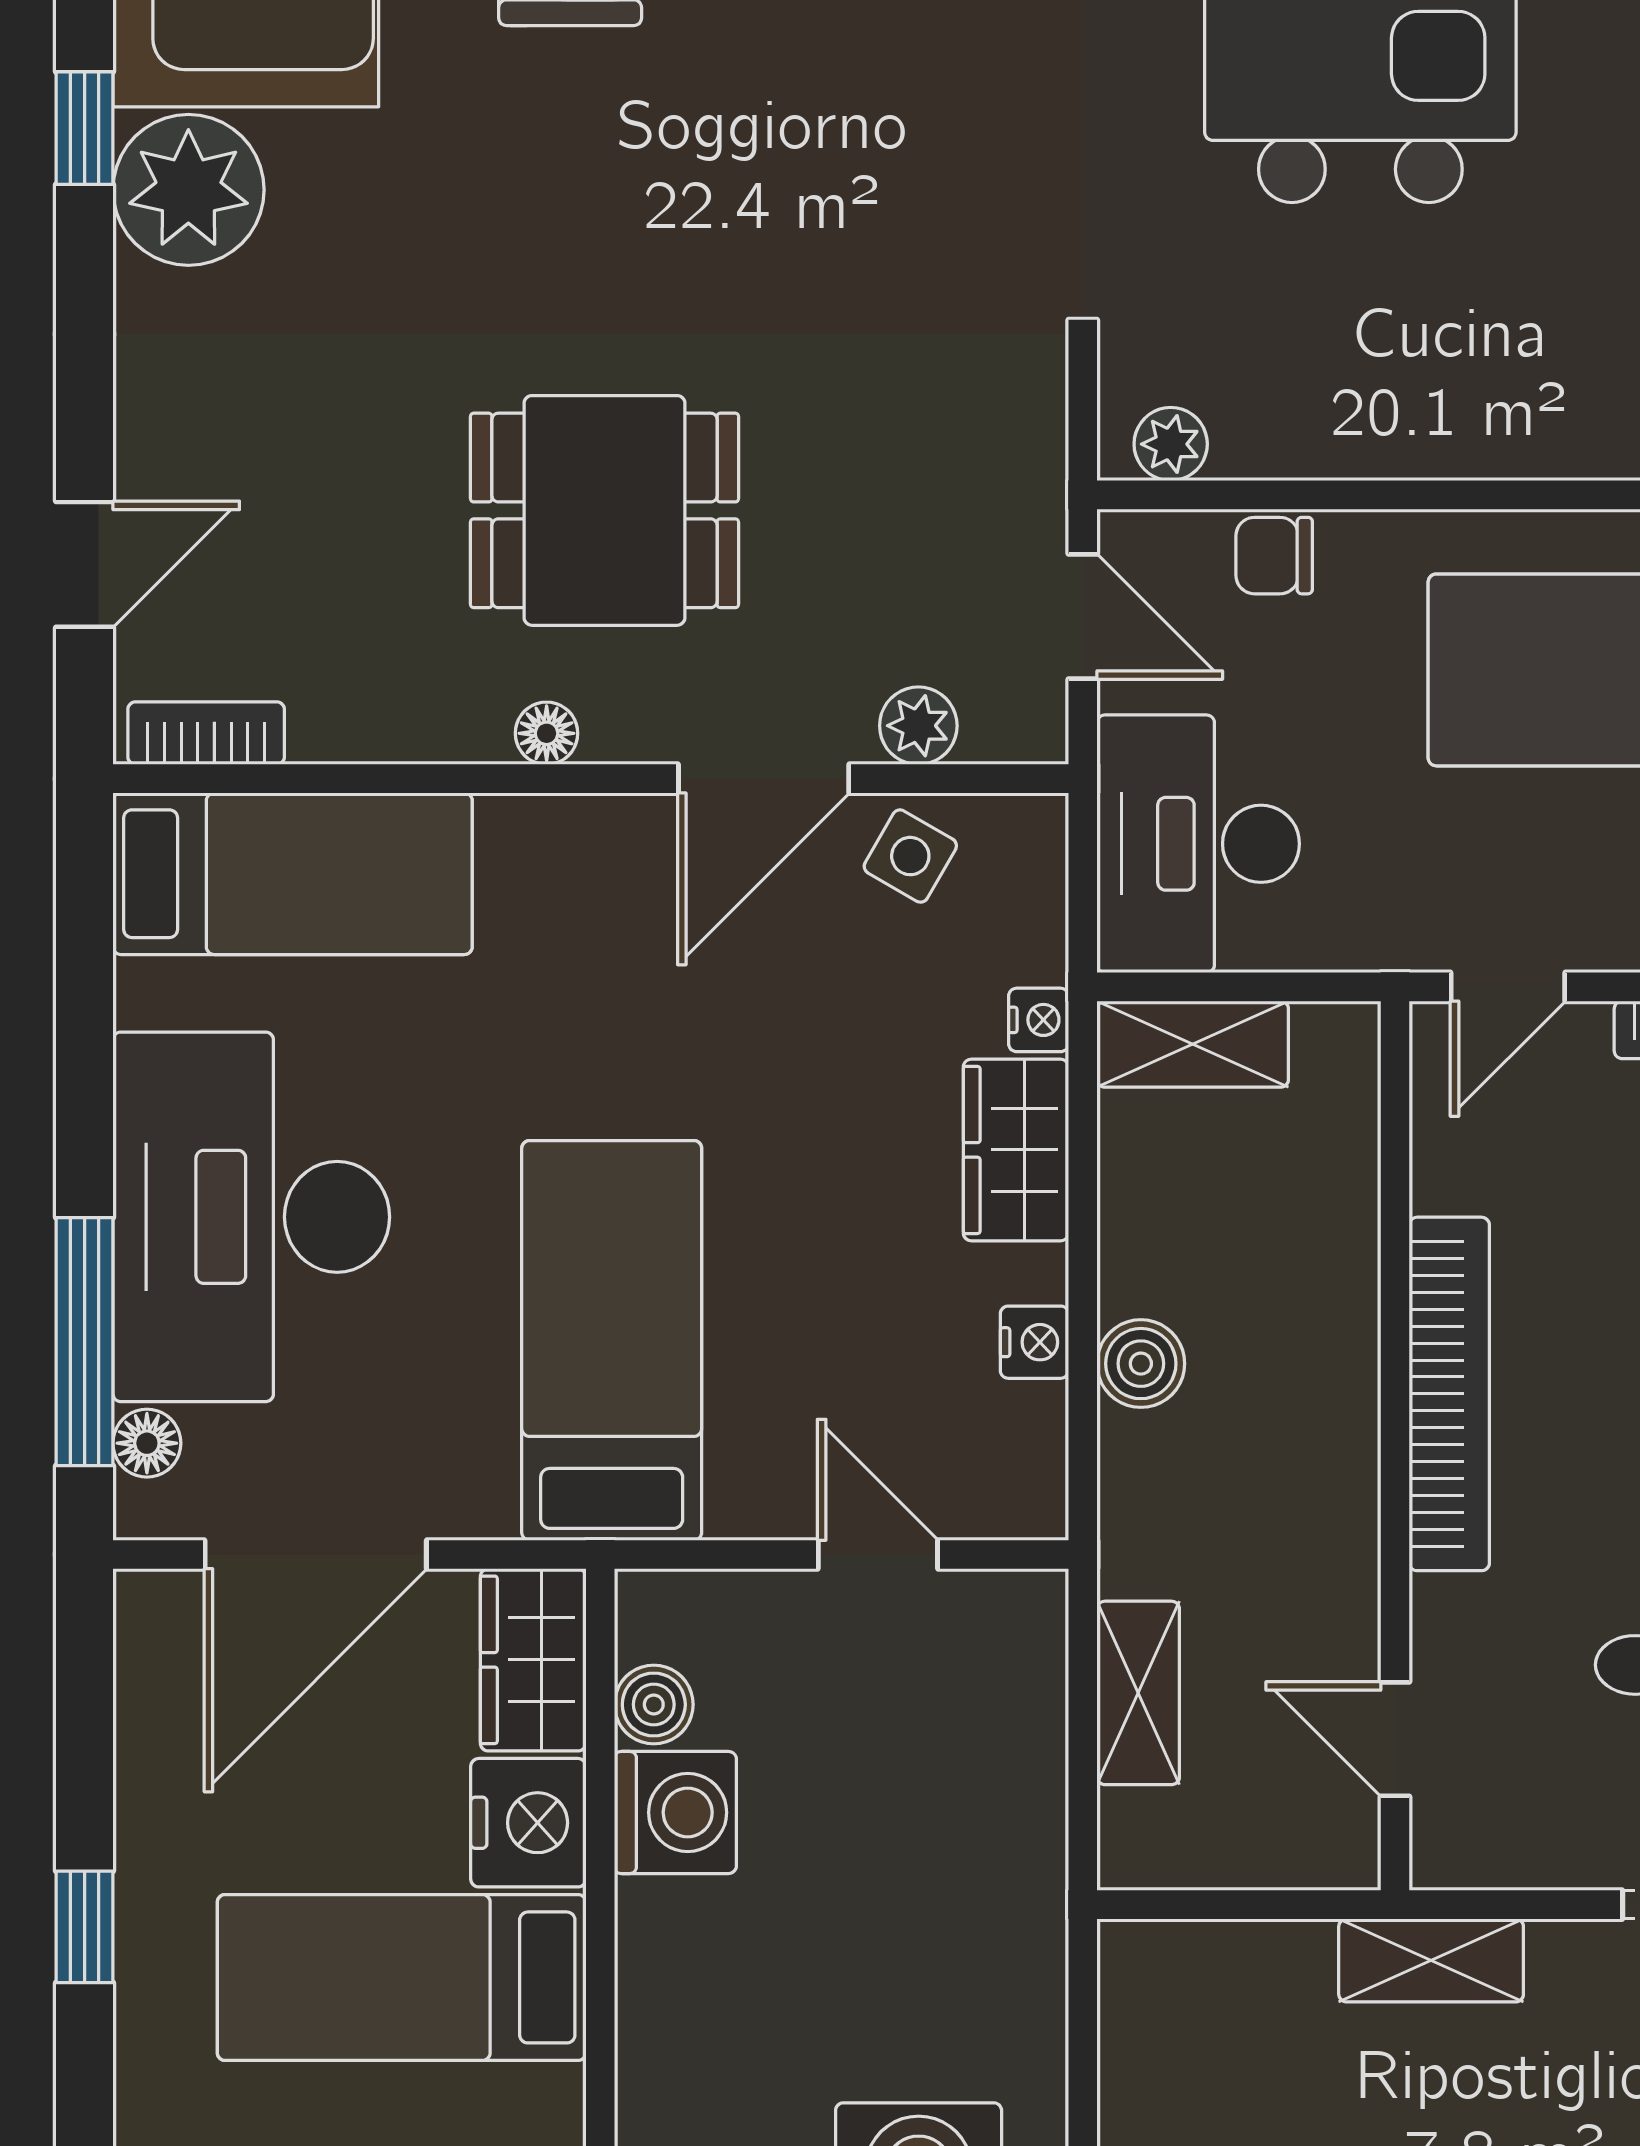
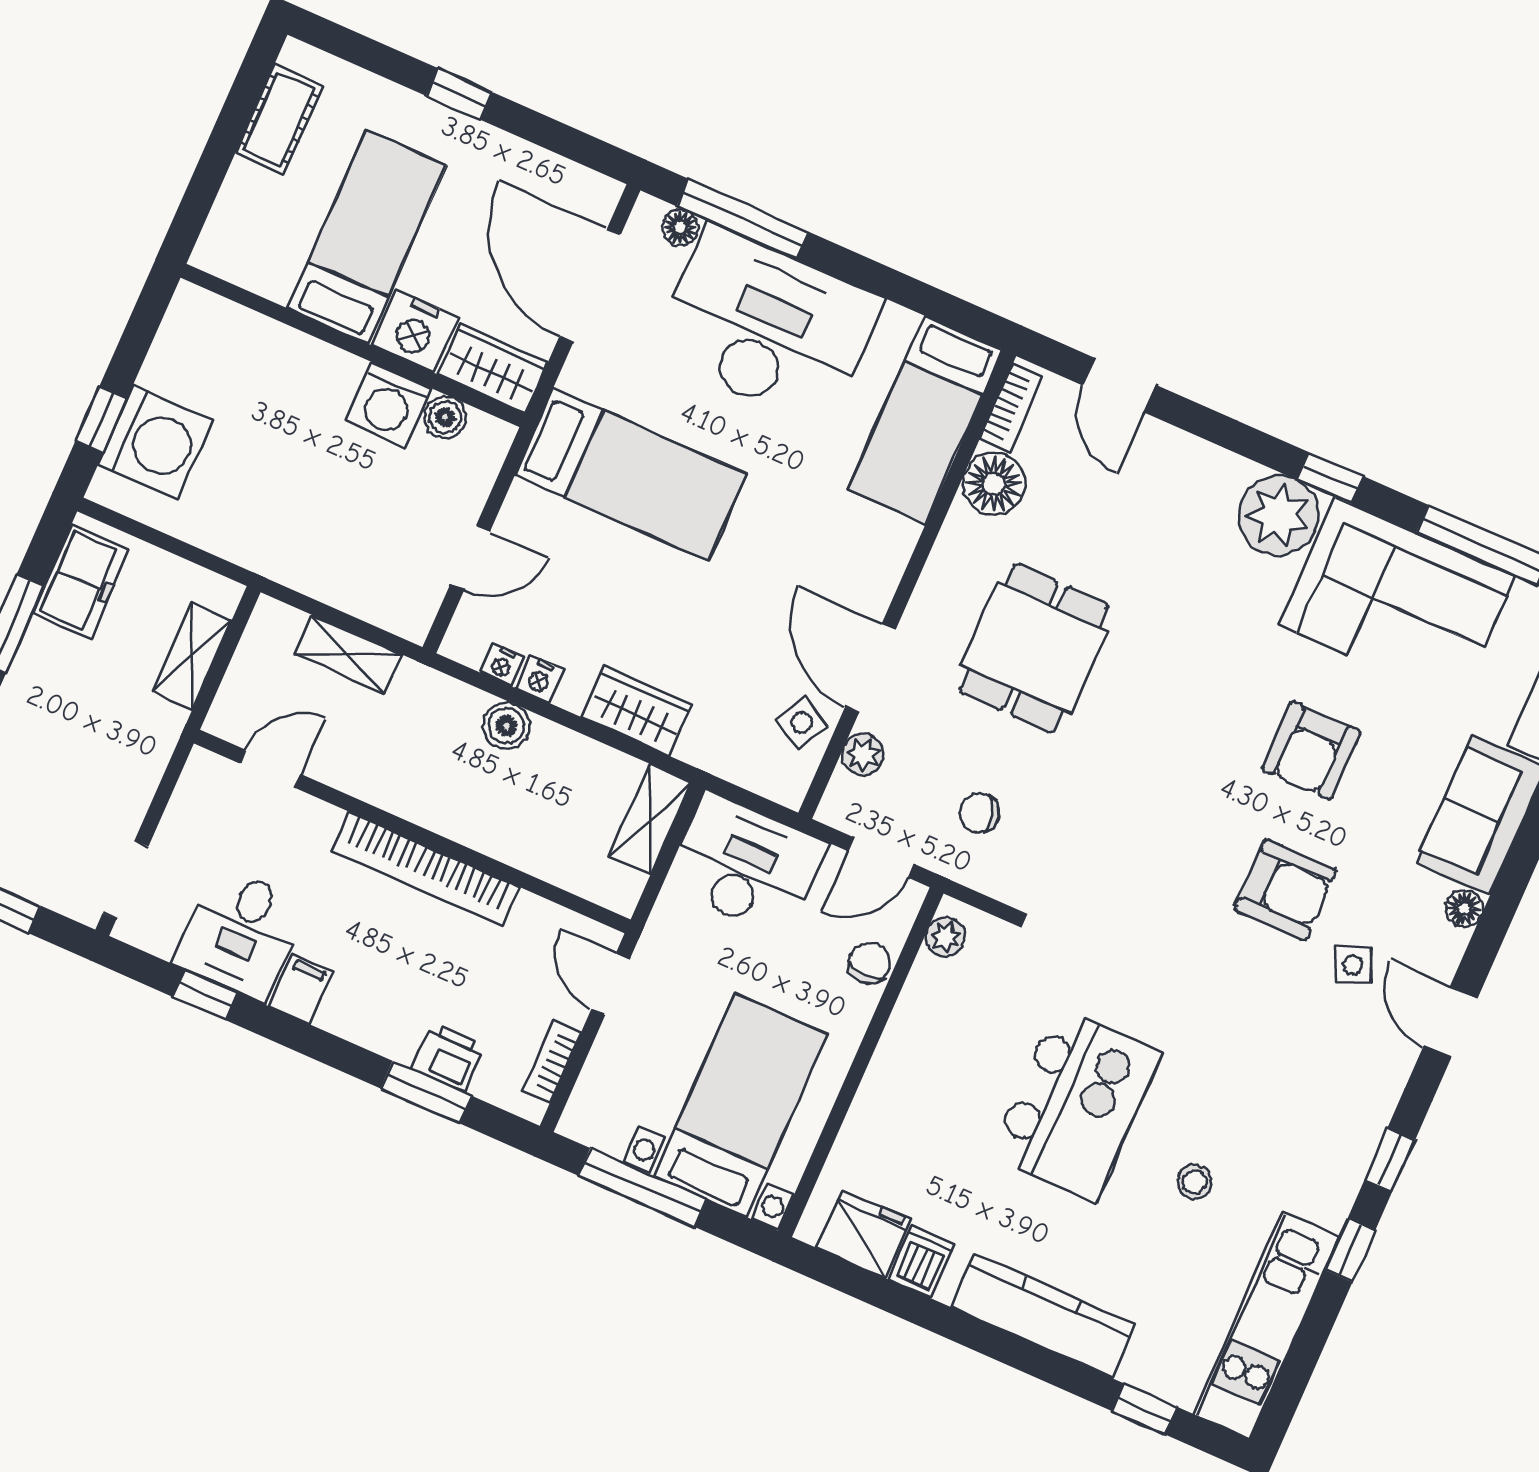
chair: (931, 480) -> (979, 813), added
floor lamp: (547, 733) -> (994, 484), moved, width x1.89, depth x1.89
nightstand: (1039, 1020) -> (502, 665), moved
shelving: (1431, 1960) -> (192, 656), moved

